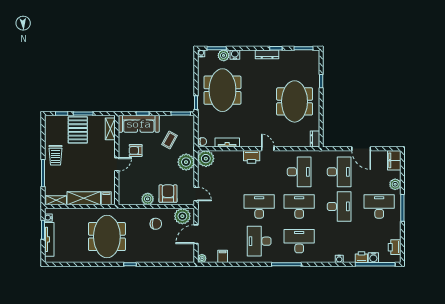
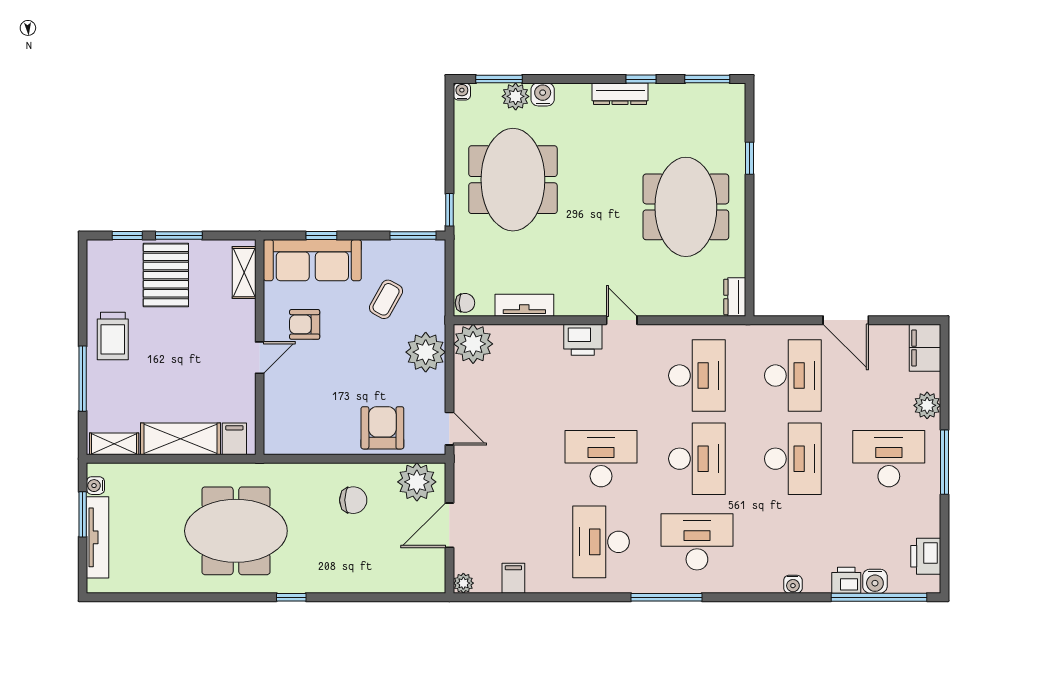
plant: (148, 199) -> (333, 441), removed
desk: (299, 206) -> (697, 459), turned 90
meeting table: (107, 237) -> (236, 531), turned 90

